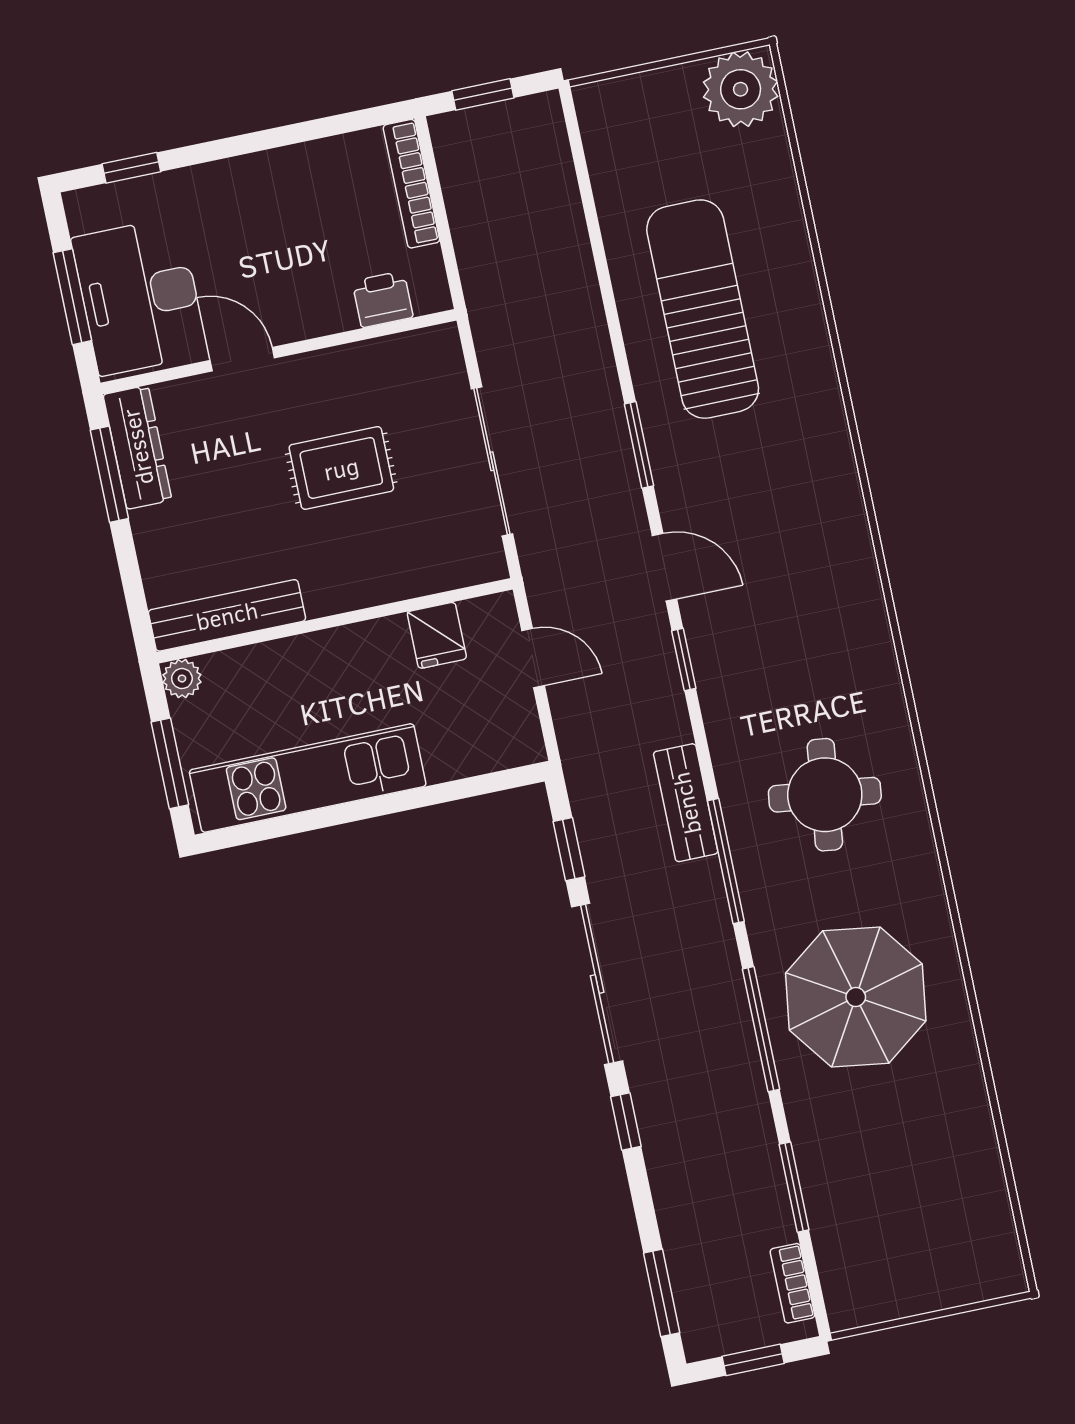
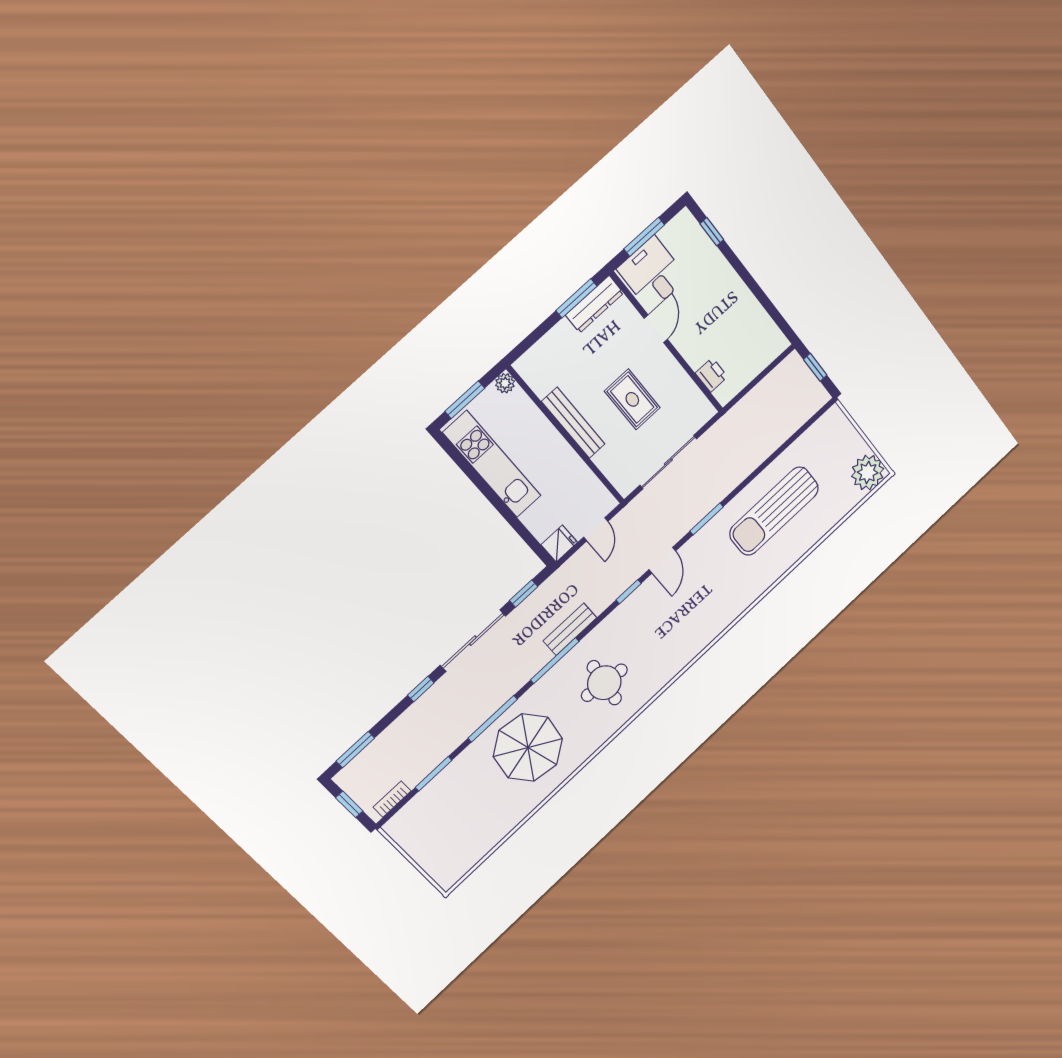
bookcase: (411, 184) -> (765, 359), removed
desk: (139, 296) -> (652, 274), width x0.73
sun lounger: (703, 309) -> (774, 511), turned 180
bench: (227, 615) -> (573, 423), moved
fridge: (437, 635) -> (559, 543), moved, turned 180

